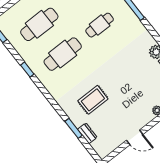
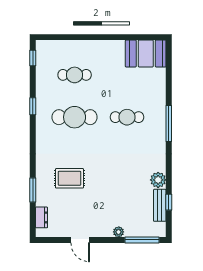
cafe table: (39, 24) -> (75, 75), width x0.73, depth x0.74
dresser: (87, 133) -> (41, 217), moved

